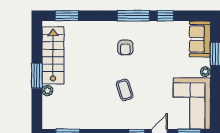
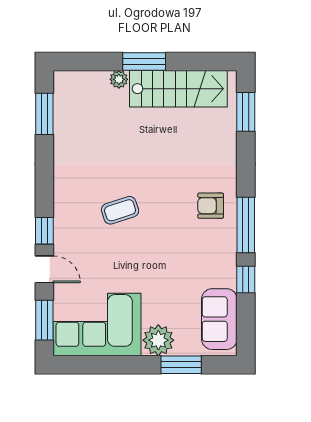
sofa: (200, 39) -> (219, 319), moved, turned -90
armchair: (125, 47) -> (211, 206), moved
plant: (205, 72) -> (158, 340), width x1.87, depth x1.87

